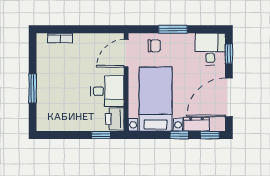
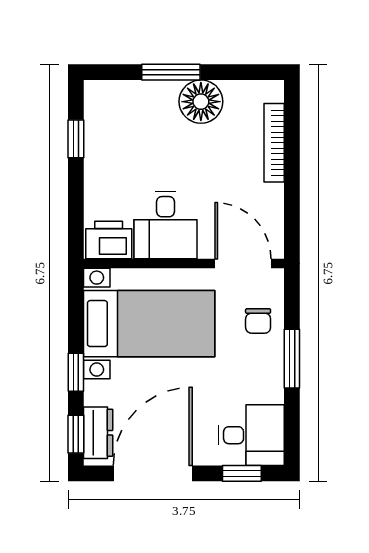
bookcase: (60, 38) -> (274, 143), width x1.56
floor lamp: (47, 74) -> (201, 102), added
door: (229, 97) -> (153, 473), hinge flipped
dresser: (197, 124) -> (98, 433), moved
window: (101, 135) -> (76, 139), moved

